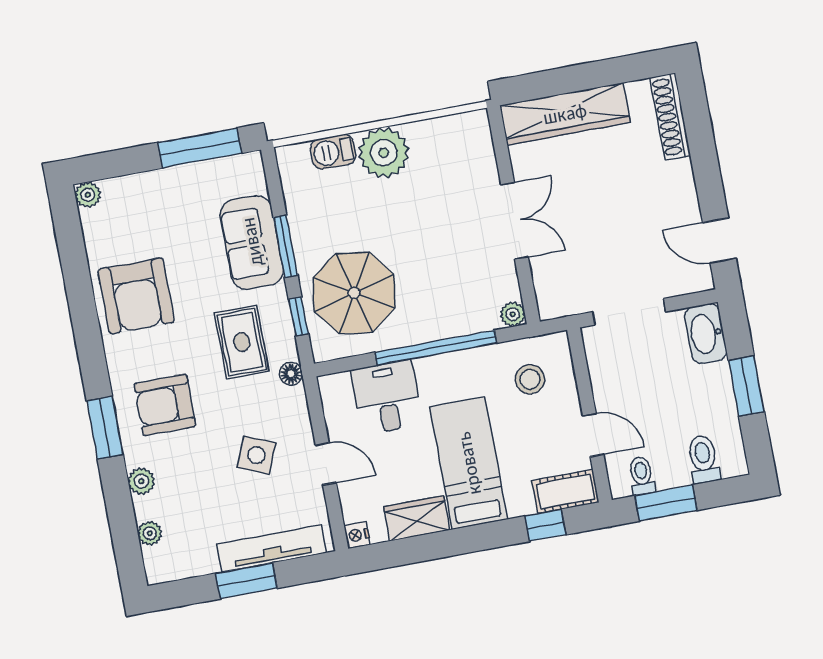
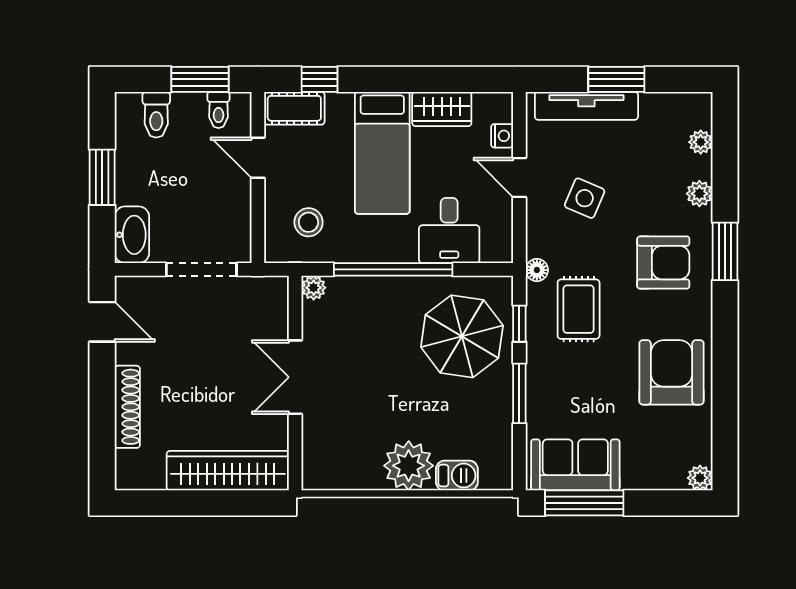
shoe rack: (670, 117) -> (127, 407), moved
sofa: (252, 242) -> (575, 465), moved, turned -90
nightstand: (357, 535) -> (502, 136), moved

